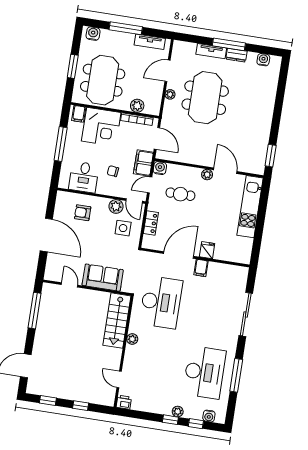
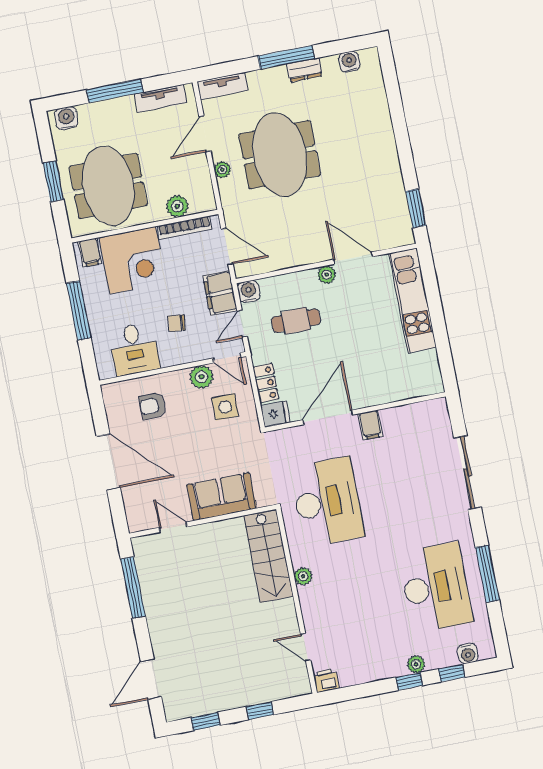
tv unit: (211, 51) -> (223, 86), moved
fridge: (207, 250) -> (275, 414), moved, turned 90

